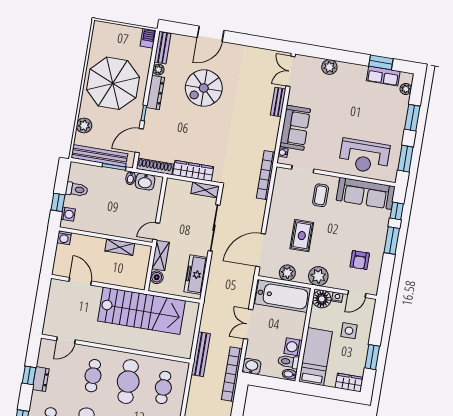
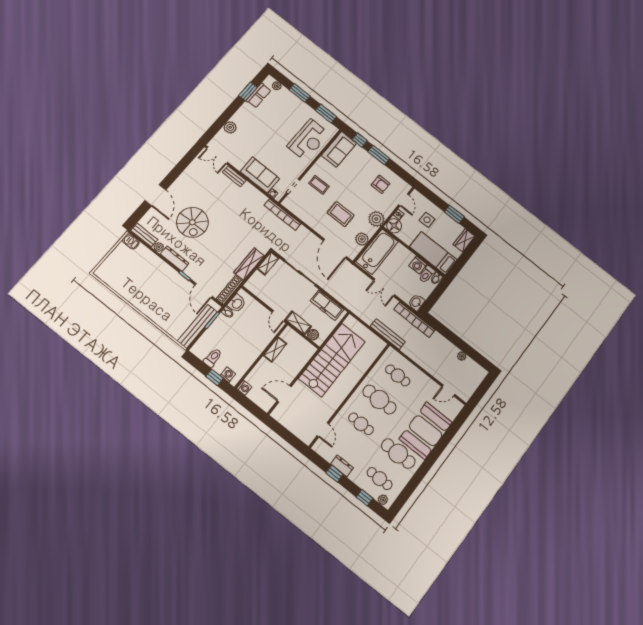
parasol: (113, 83) -> (149, 286), removed
plant: (84, 125) -> (168, 325), removed
sofa: (366, 193) -> (339, 149), width x0.73

